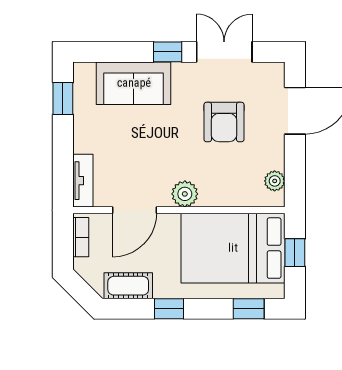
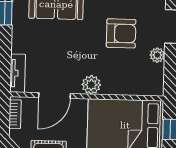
armchair: (224, 122) -> (121, 33), turned -90
plant: (275, 181) -> (157, 55), moved

